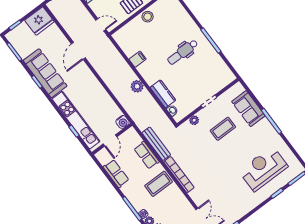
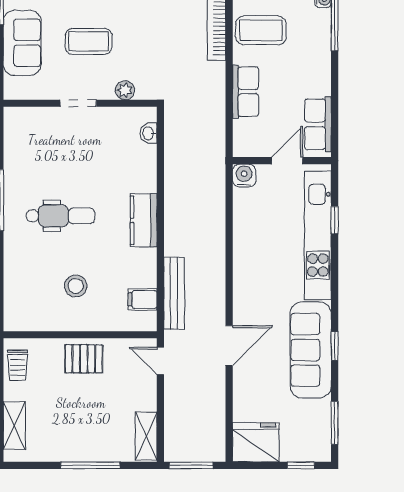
stool: (148, 17) -> (76, 286), moved
filing cabinet: (138, 59) -> (143, 299), moved
plant: (137, 86) -> (177, 216), removed
kitchen counter: (163, 94) -> (144, 220), moved
bench: (156, 144) -> (174, 293), moved
row of seats: (116, 174) -> (318, 124), moved

